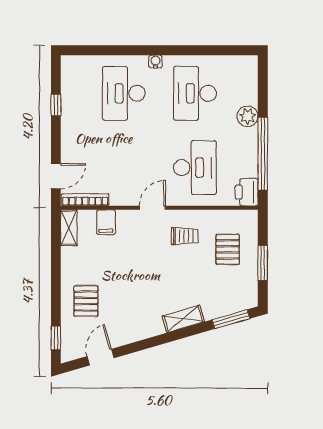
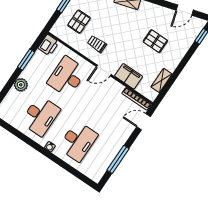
window: (56, 105) -> (118, 159), width x2.17
window: (263, 154) -> (26, 60), width x0.47
filing cabinet: (106, 222) -> (129, 76), width x2.00
shelving: (69, 228) -> (161, 80), moved
pallet: (86, 301) -> (155, 41), moved, turned 90

